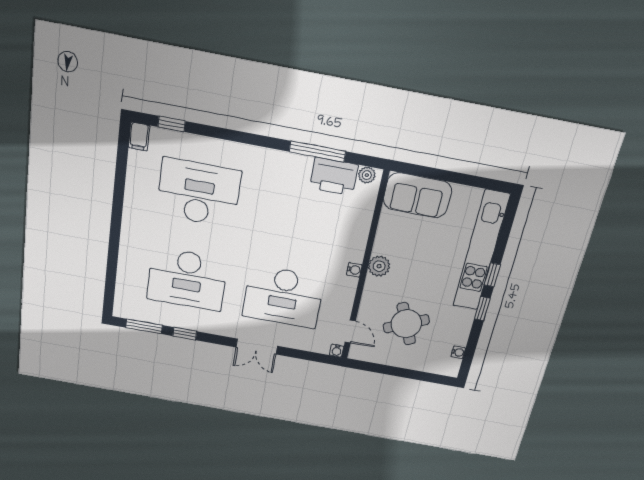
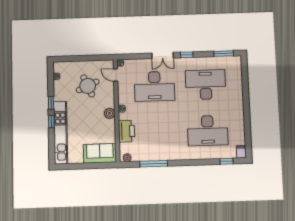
printer: (334, 176) -> (127, 131), moved, turned 90
desk: (283, 297) -> (154, 86), turned 180
window: (185, 334) -> (187, 55), moved
double door: (257, 347) -> (163, 56), swing flipped

